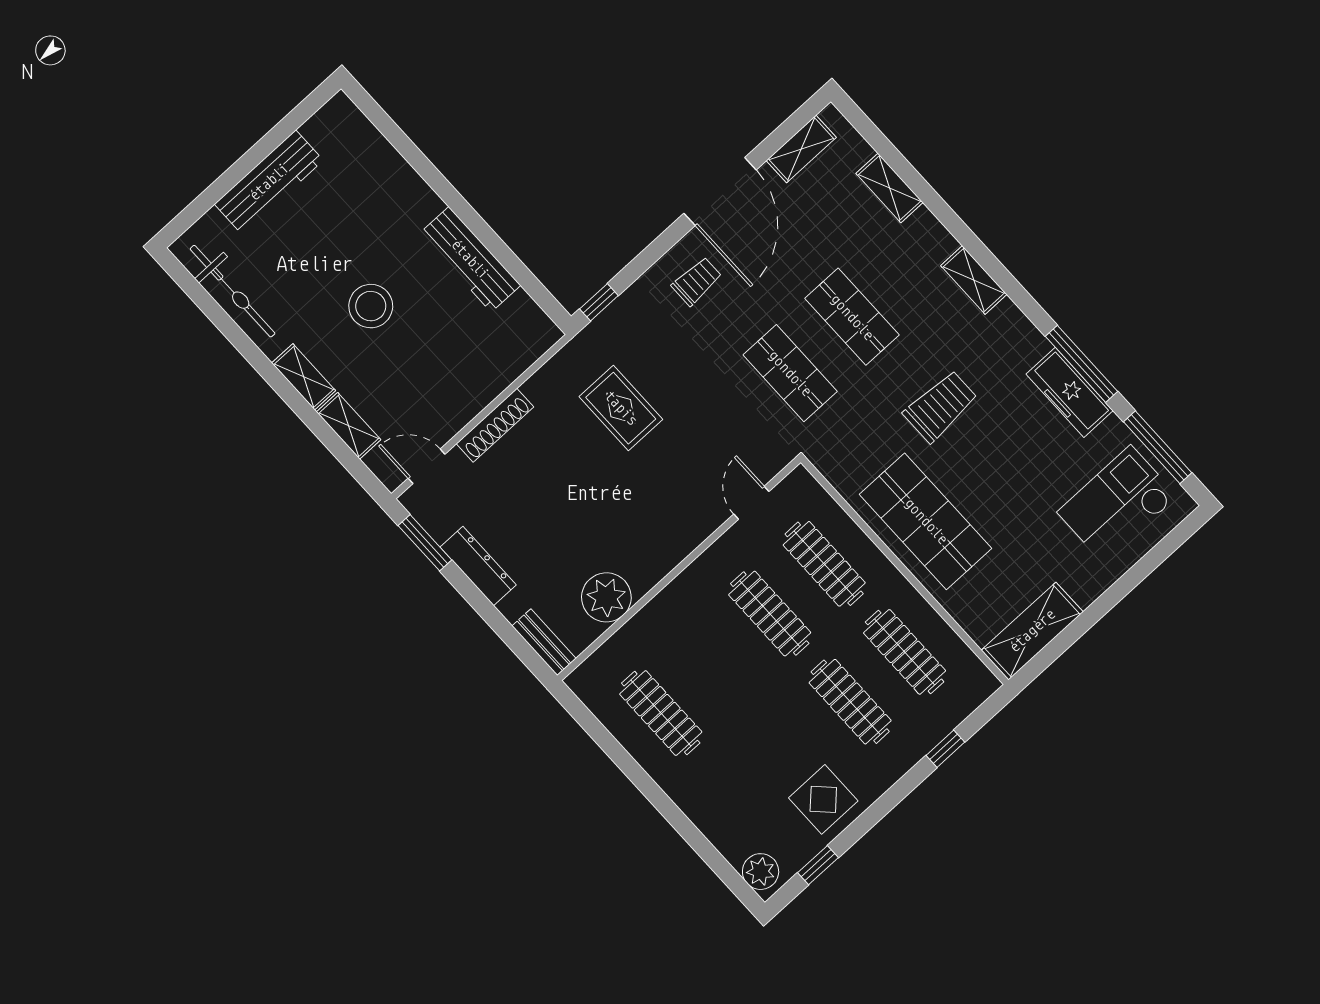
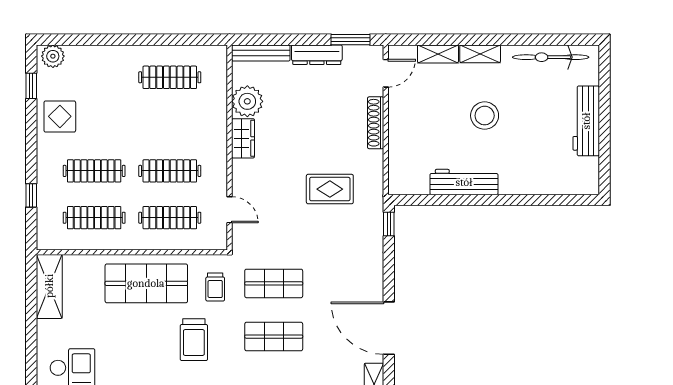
trolley: (697, 281) -> (215, 287), moved
wardrobe: (654, 563) -> (243, 138), added
bench: (544, 642) -> (261, 53), width x1.36

